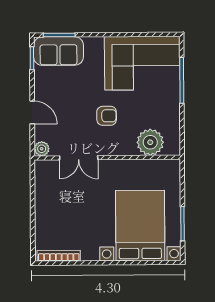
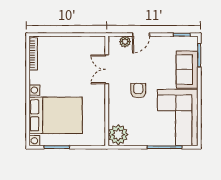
sofa: (58, 51) -> (187, 70), moved
armchair: (107, 116) -> (138, 91), turned 180
plant: (150, 142) -> (118, 135), moved
plant: (42, 149) -> (125, 42), moved

